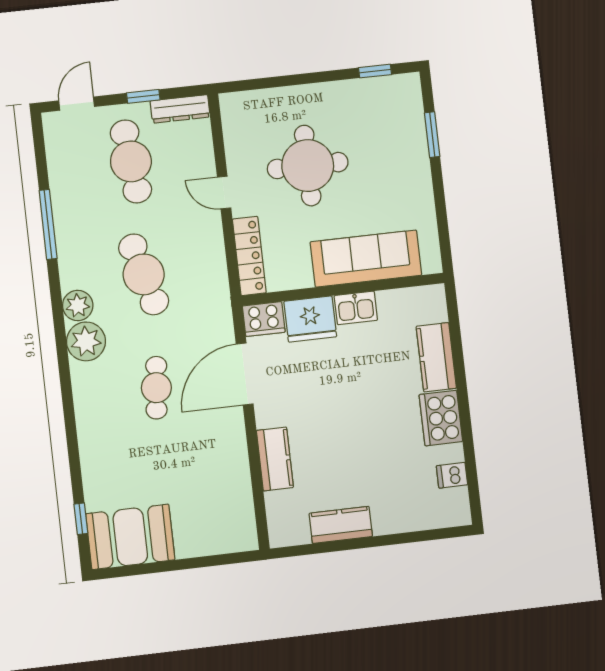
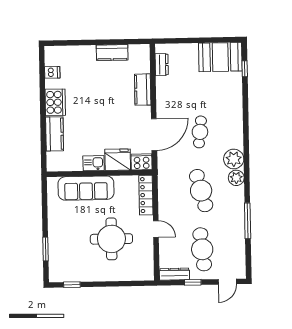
dresser: (243, 511) -> (162, 65), added

